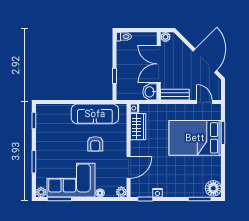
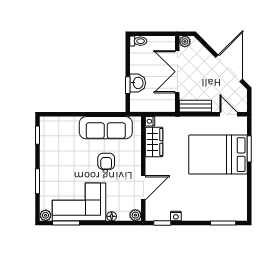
washbasin: (150, 92) -> (138, 83), moved, turned 180
floor lamp: (213, 188) -> (238, 211), removed

